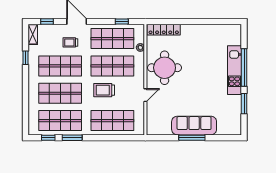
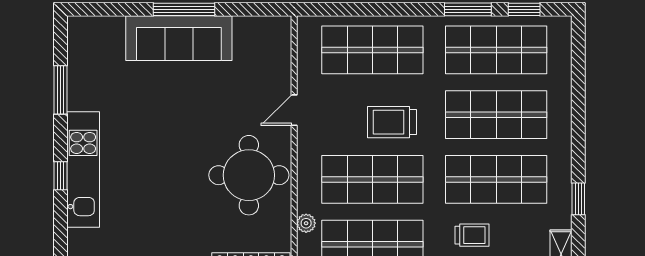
window: (244, 67) -> (60, 176), width x0.32
trolley: (104, 90) -> (392, 122), turned 180

